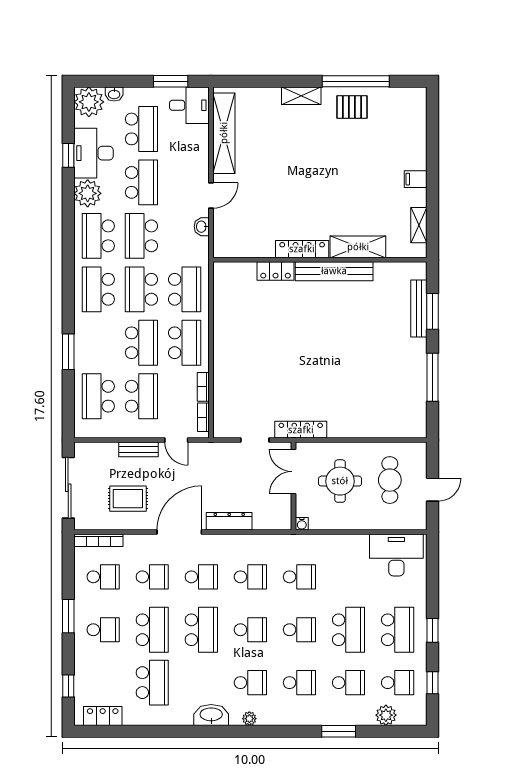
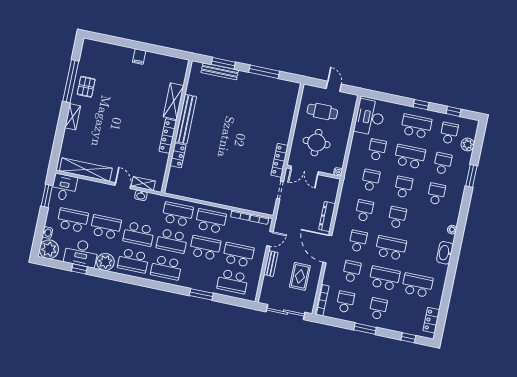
shelving: (419, 225) -> (143, 184), moved
school desk: (250, 683) -> (377, 150), moved

